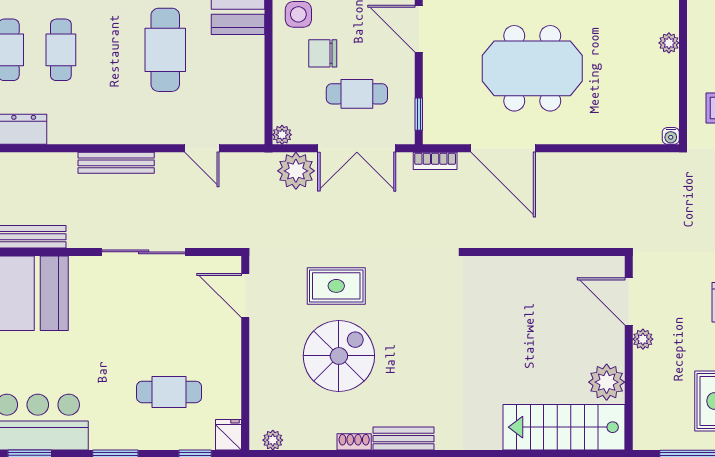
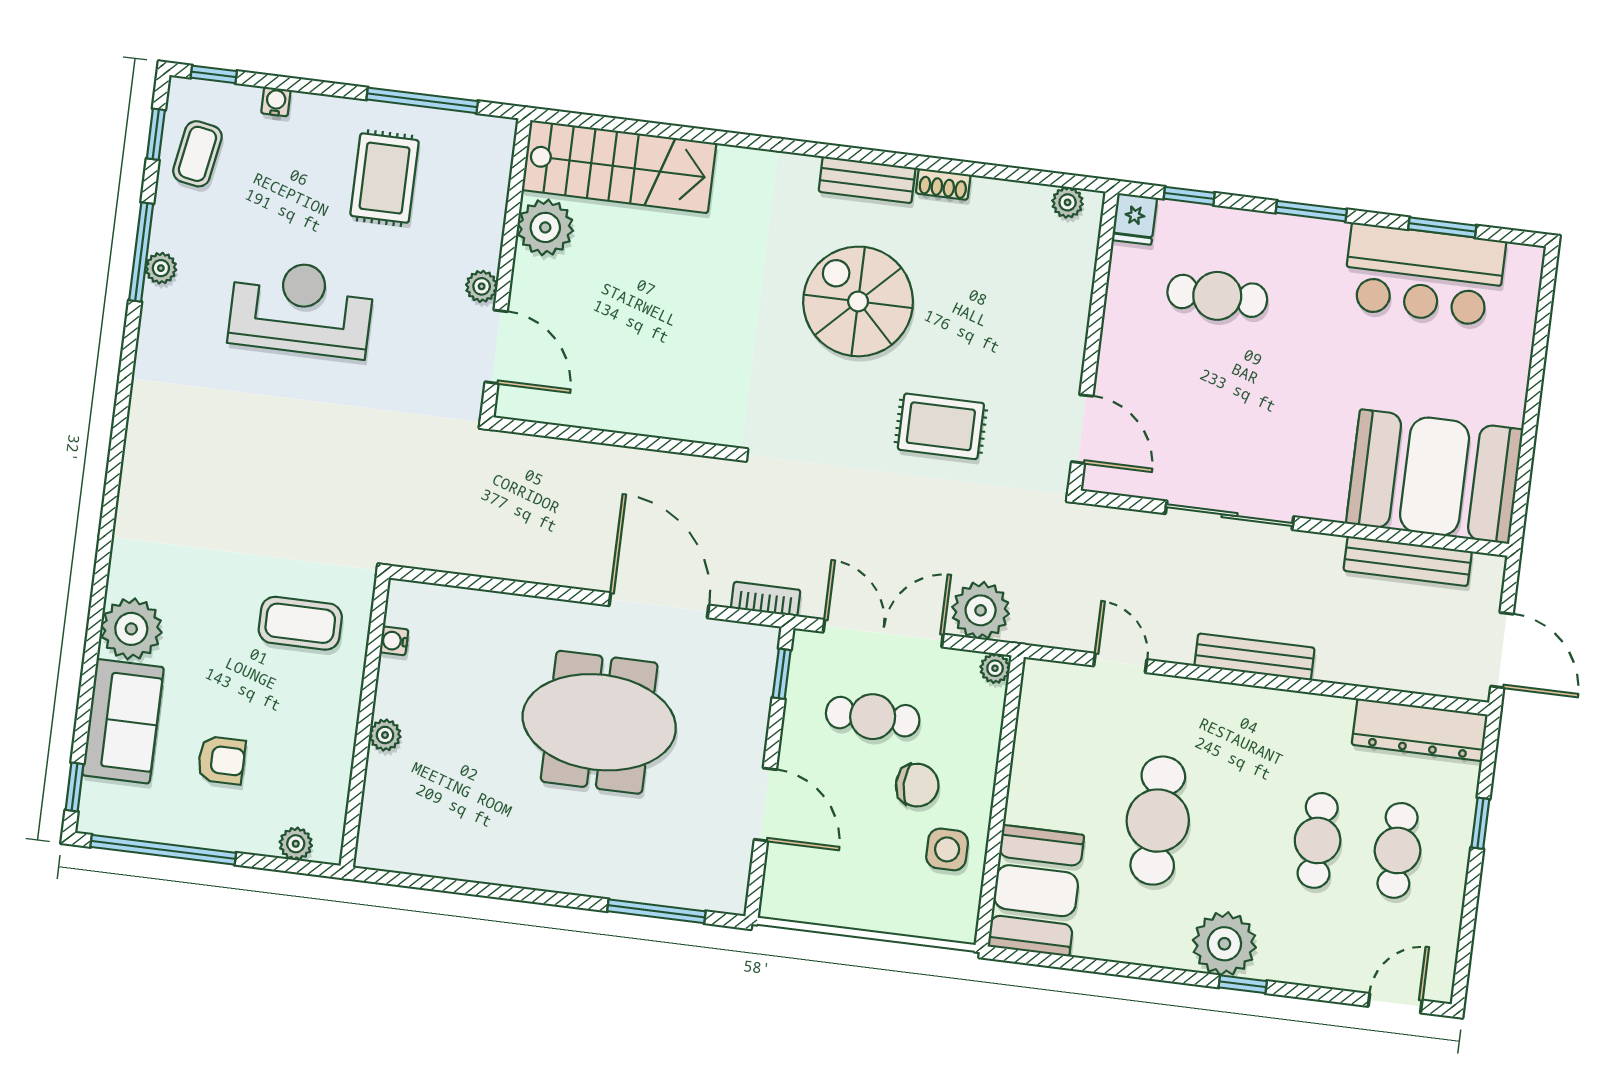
water cooler: (671, 136) -> (394, 641), moved, turned -90
spiral stairs: (339, 356) -> (858, 301), moved, turned 90

